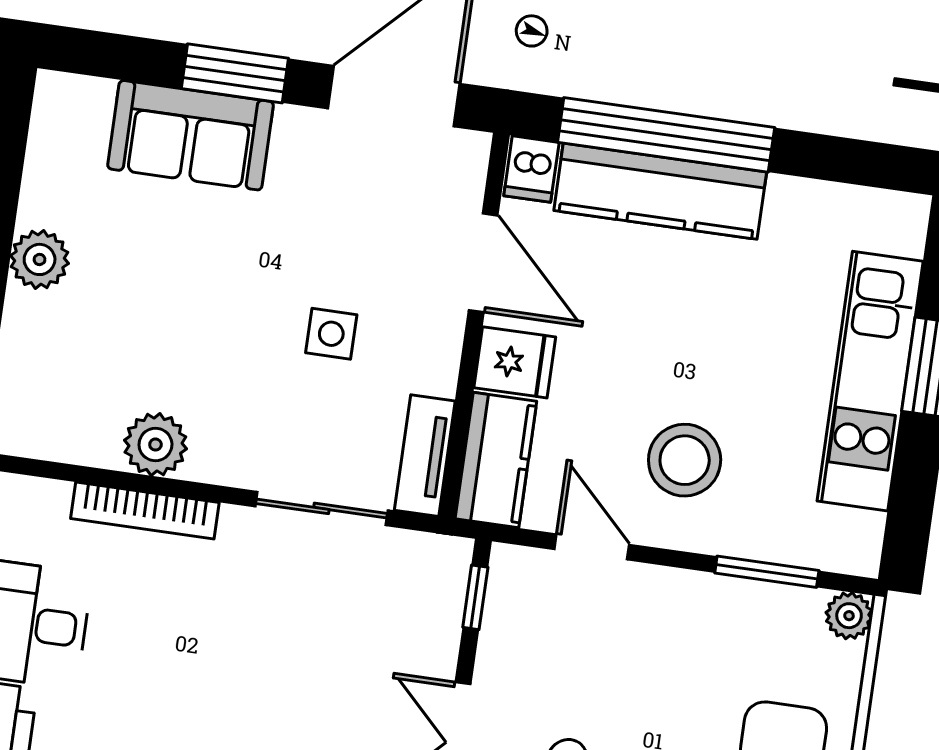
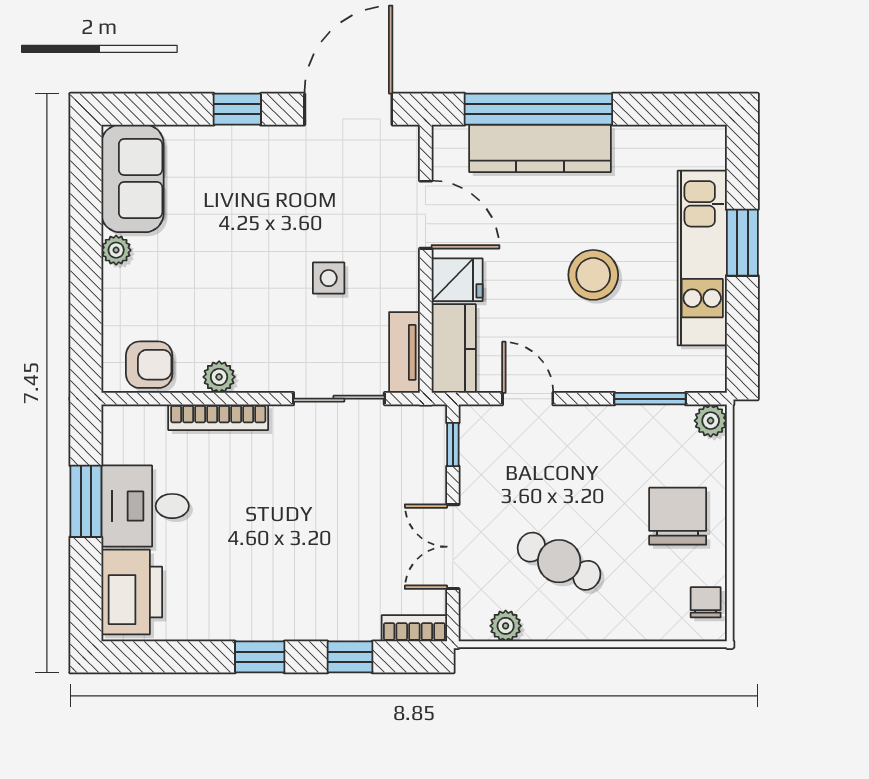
window: (235, 73) -> (237, 109), width x0.67
sofa: (191, 135) -> (132, 178), moved, turned -90
dishwasher: (531, 169) -> (450, 146), removed
plant: (40, 259) -> (116, 250), width x0.73, depth x0.73
armchair: (57, 421) -> (149, 365), added
plant: (155, 445) -> (219, 377), width x0.73, depth x0.73
stool: (685, 460) -> (593, 275), moved

